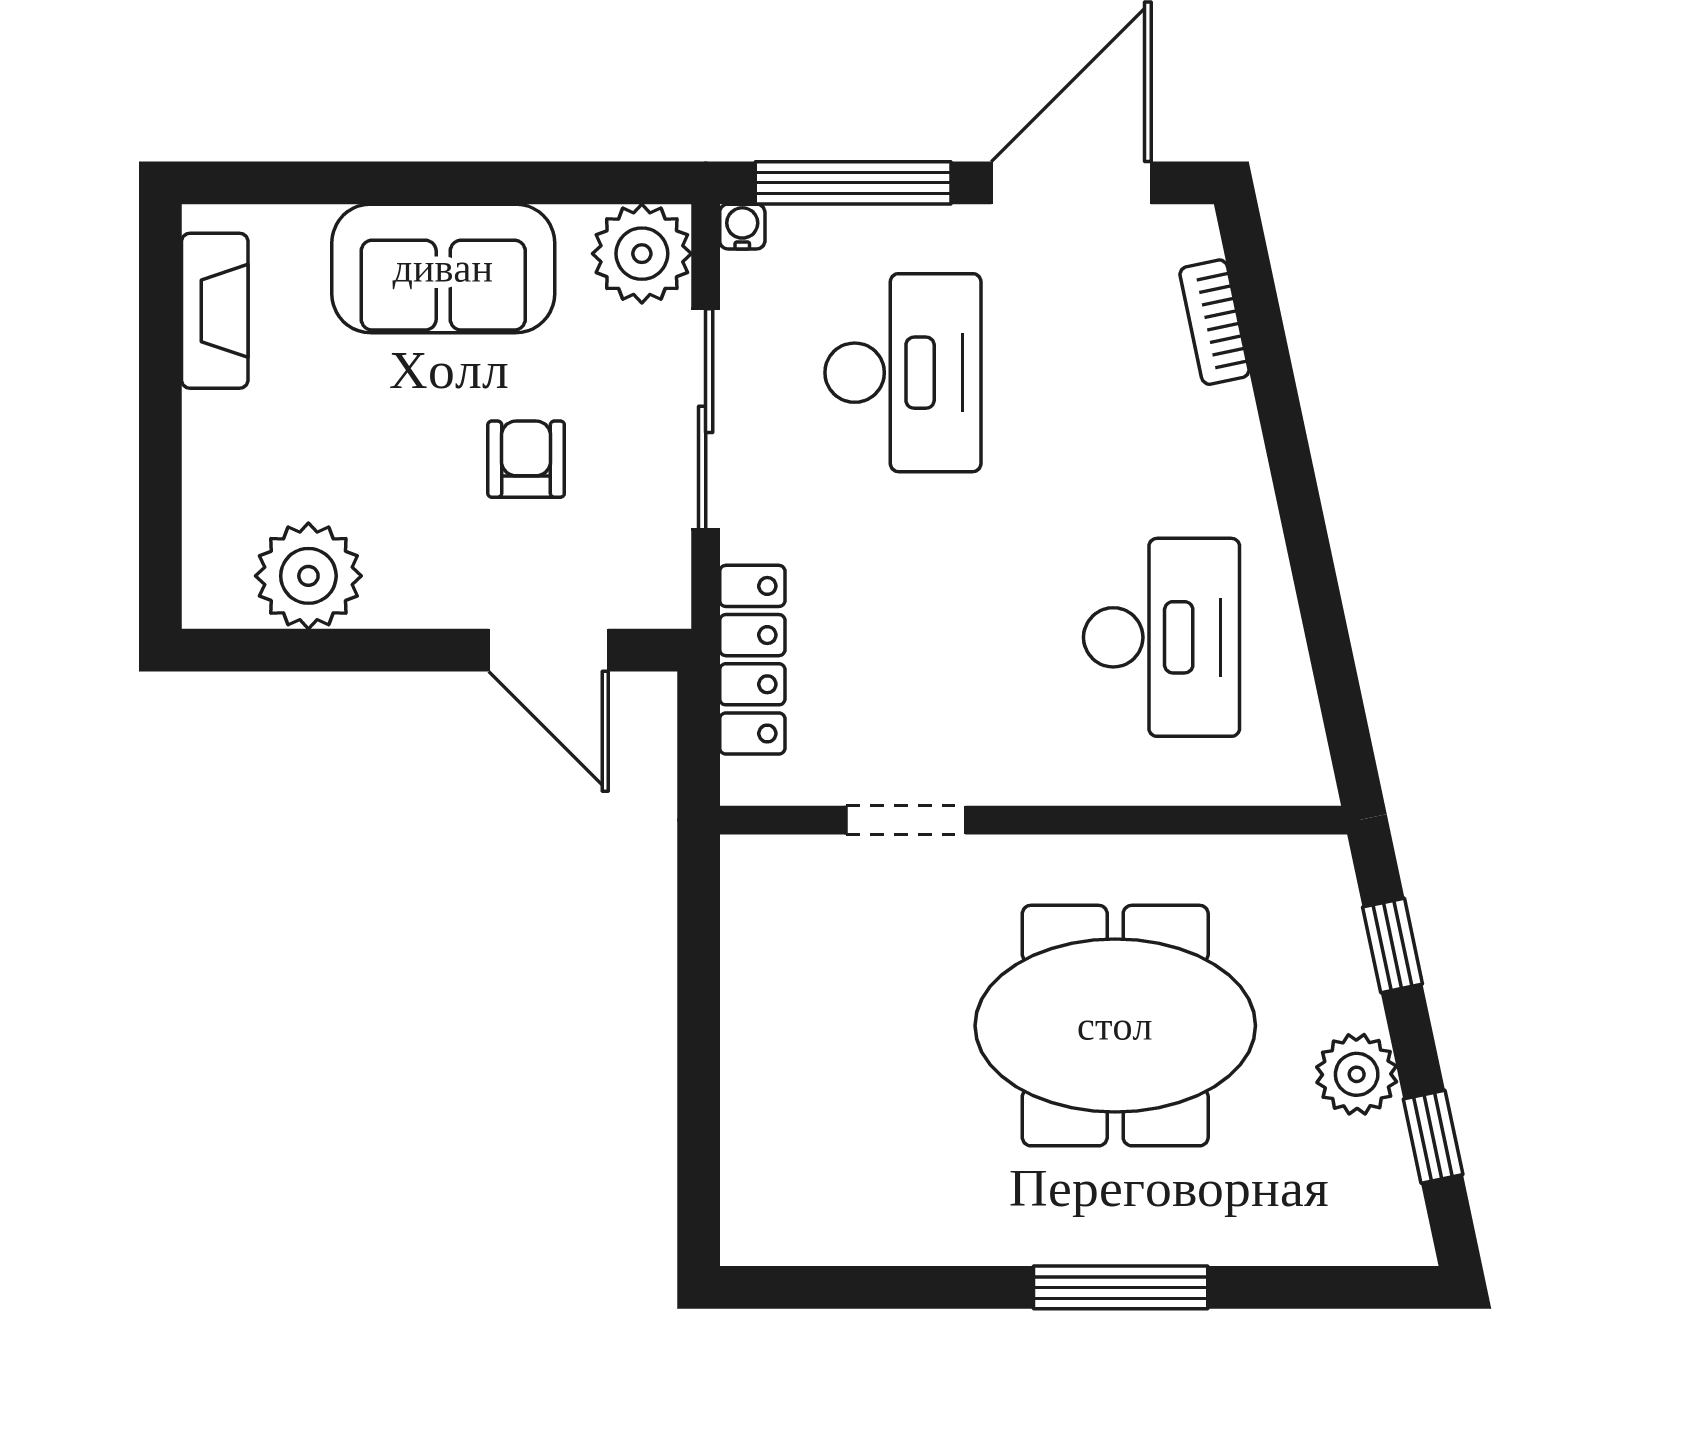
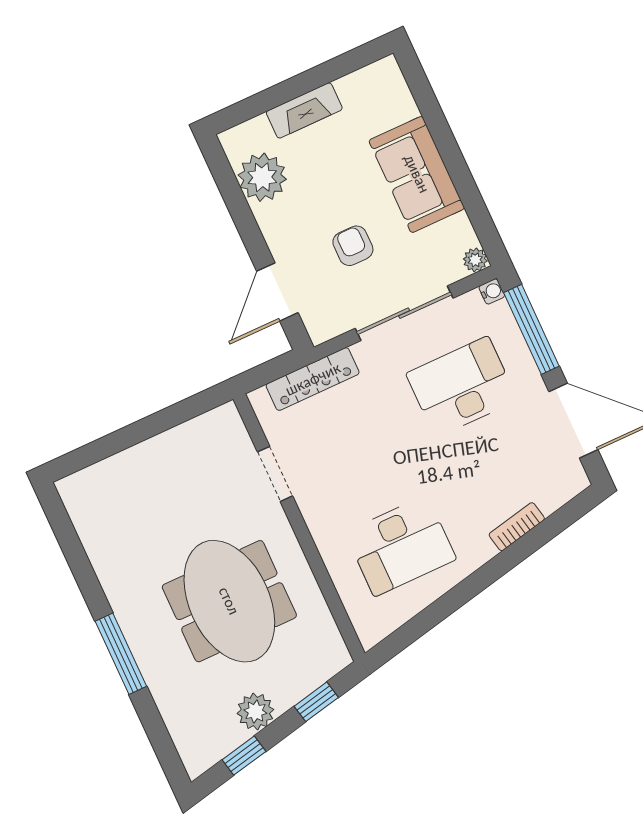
plant: (642, 254) -> (475, 260), width x0.53, depth x0.53
fireplace: (215, 311) -> (304, 110), moved
bookcase: (1215, 322) -> (517, 527), moved
desk: (903, 373) -> (462, 387), turned 180
armchair: (526, 459) -> (353, 246), turned -90

